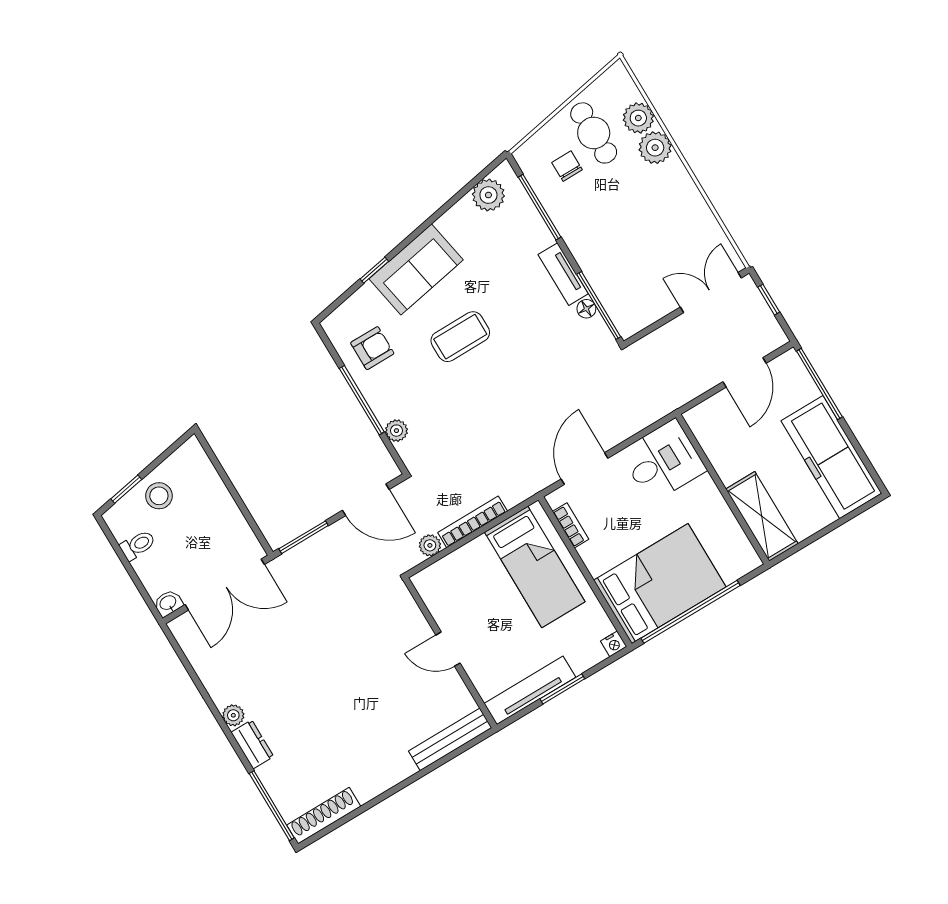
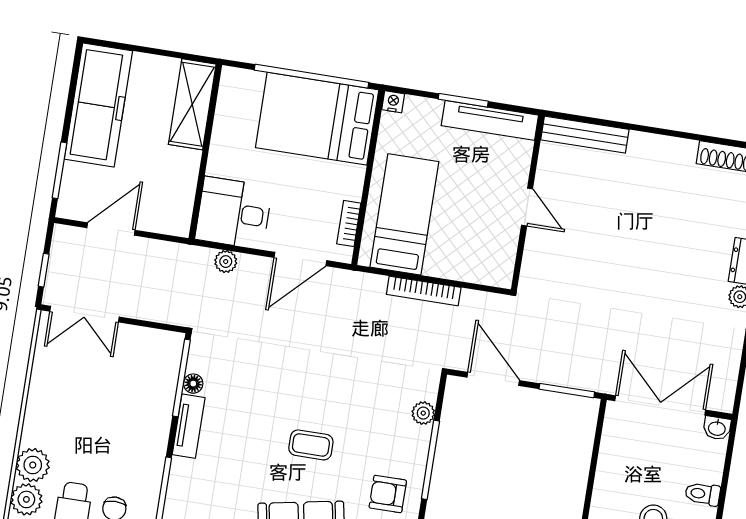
coffee table: (460, 337) -> (311, 445), width x0.73, depth x0.77
window: (819, 384) -> (59, 170), width x0.69
plant: (430, 545) -> (226, 262), moved

